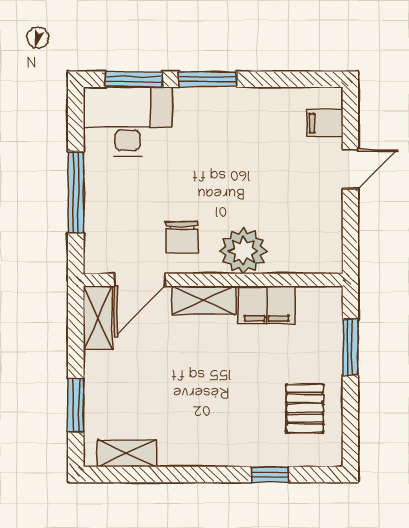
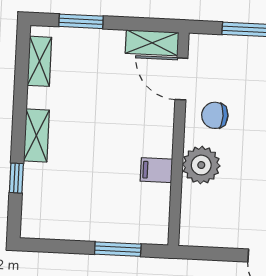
shelving: (204, 300) -> (36, 136), moved
filing cabinet: (267, 305) -> (156, 170), width x0.50
pallet: (305, 408) -> (69, 209), removed

